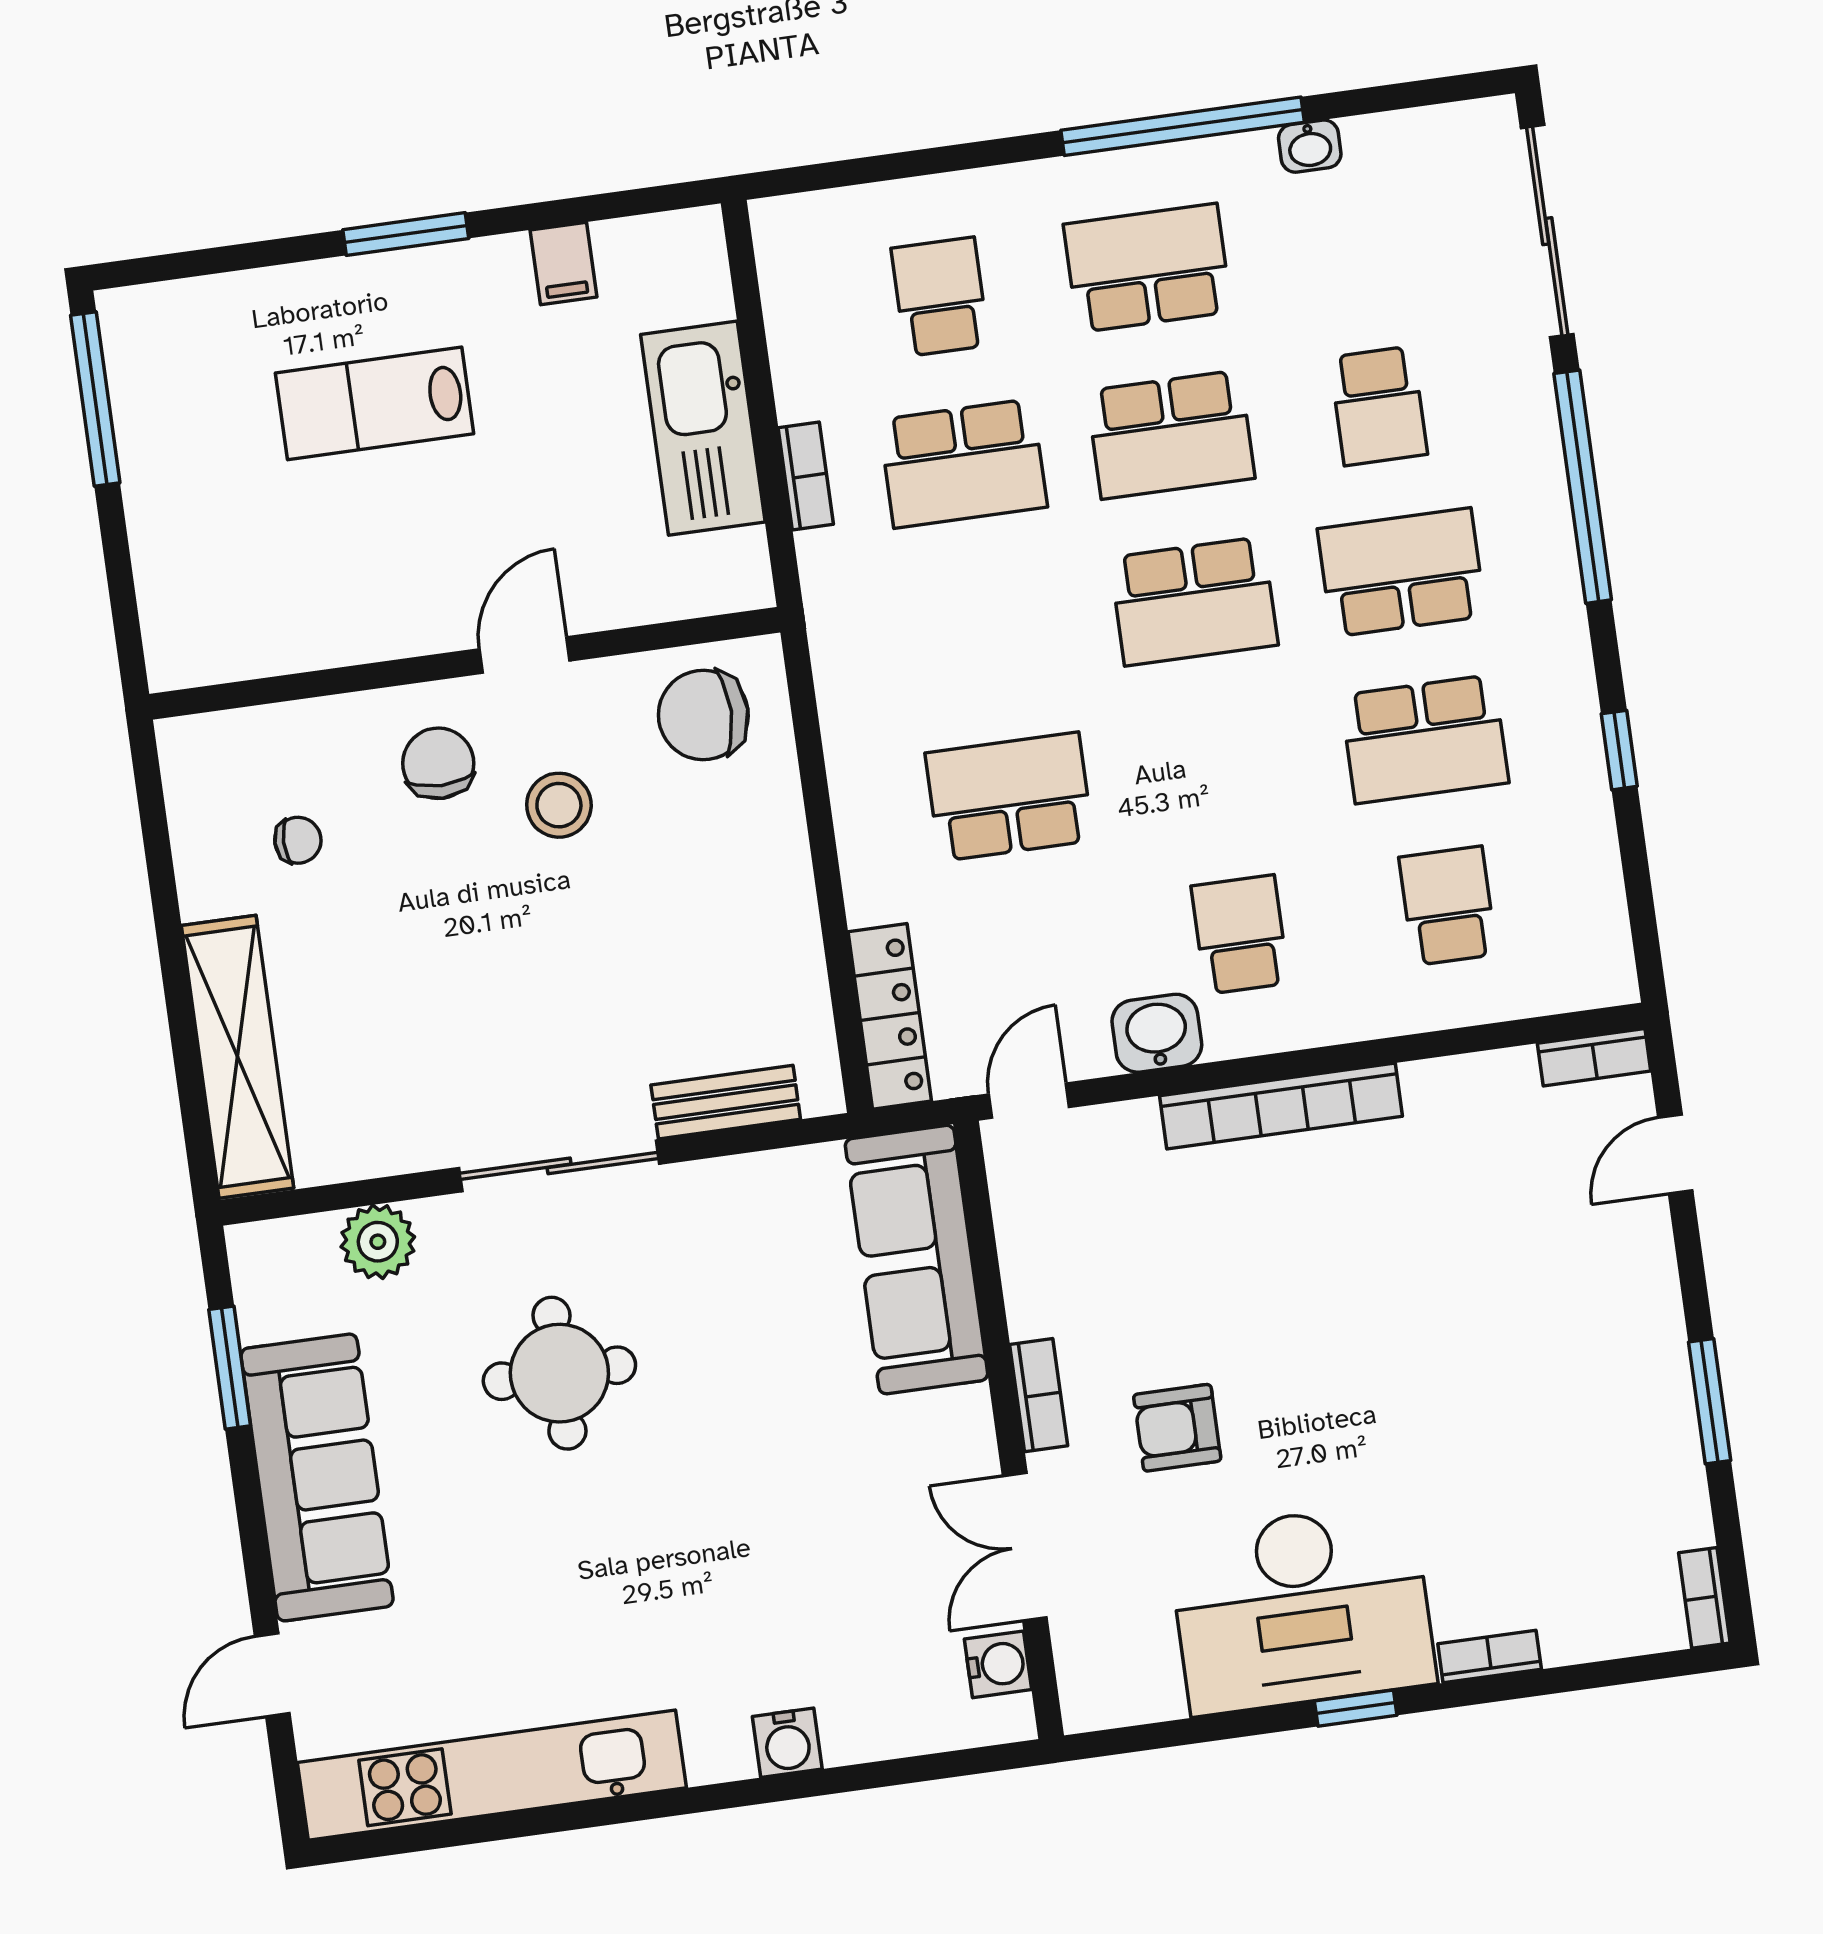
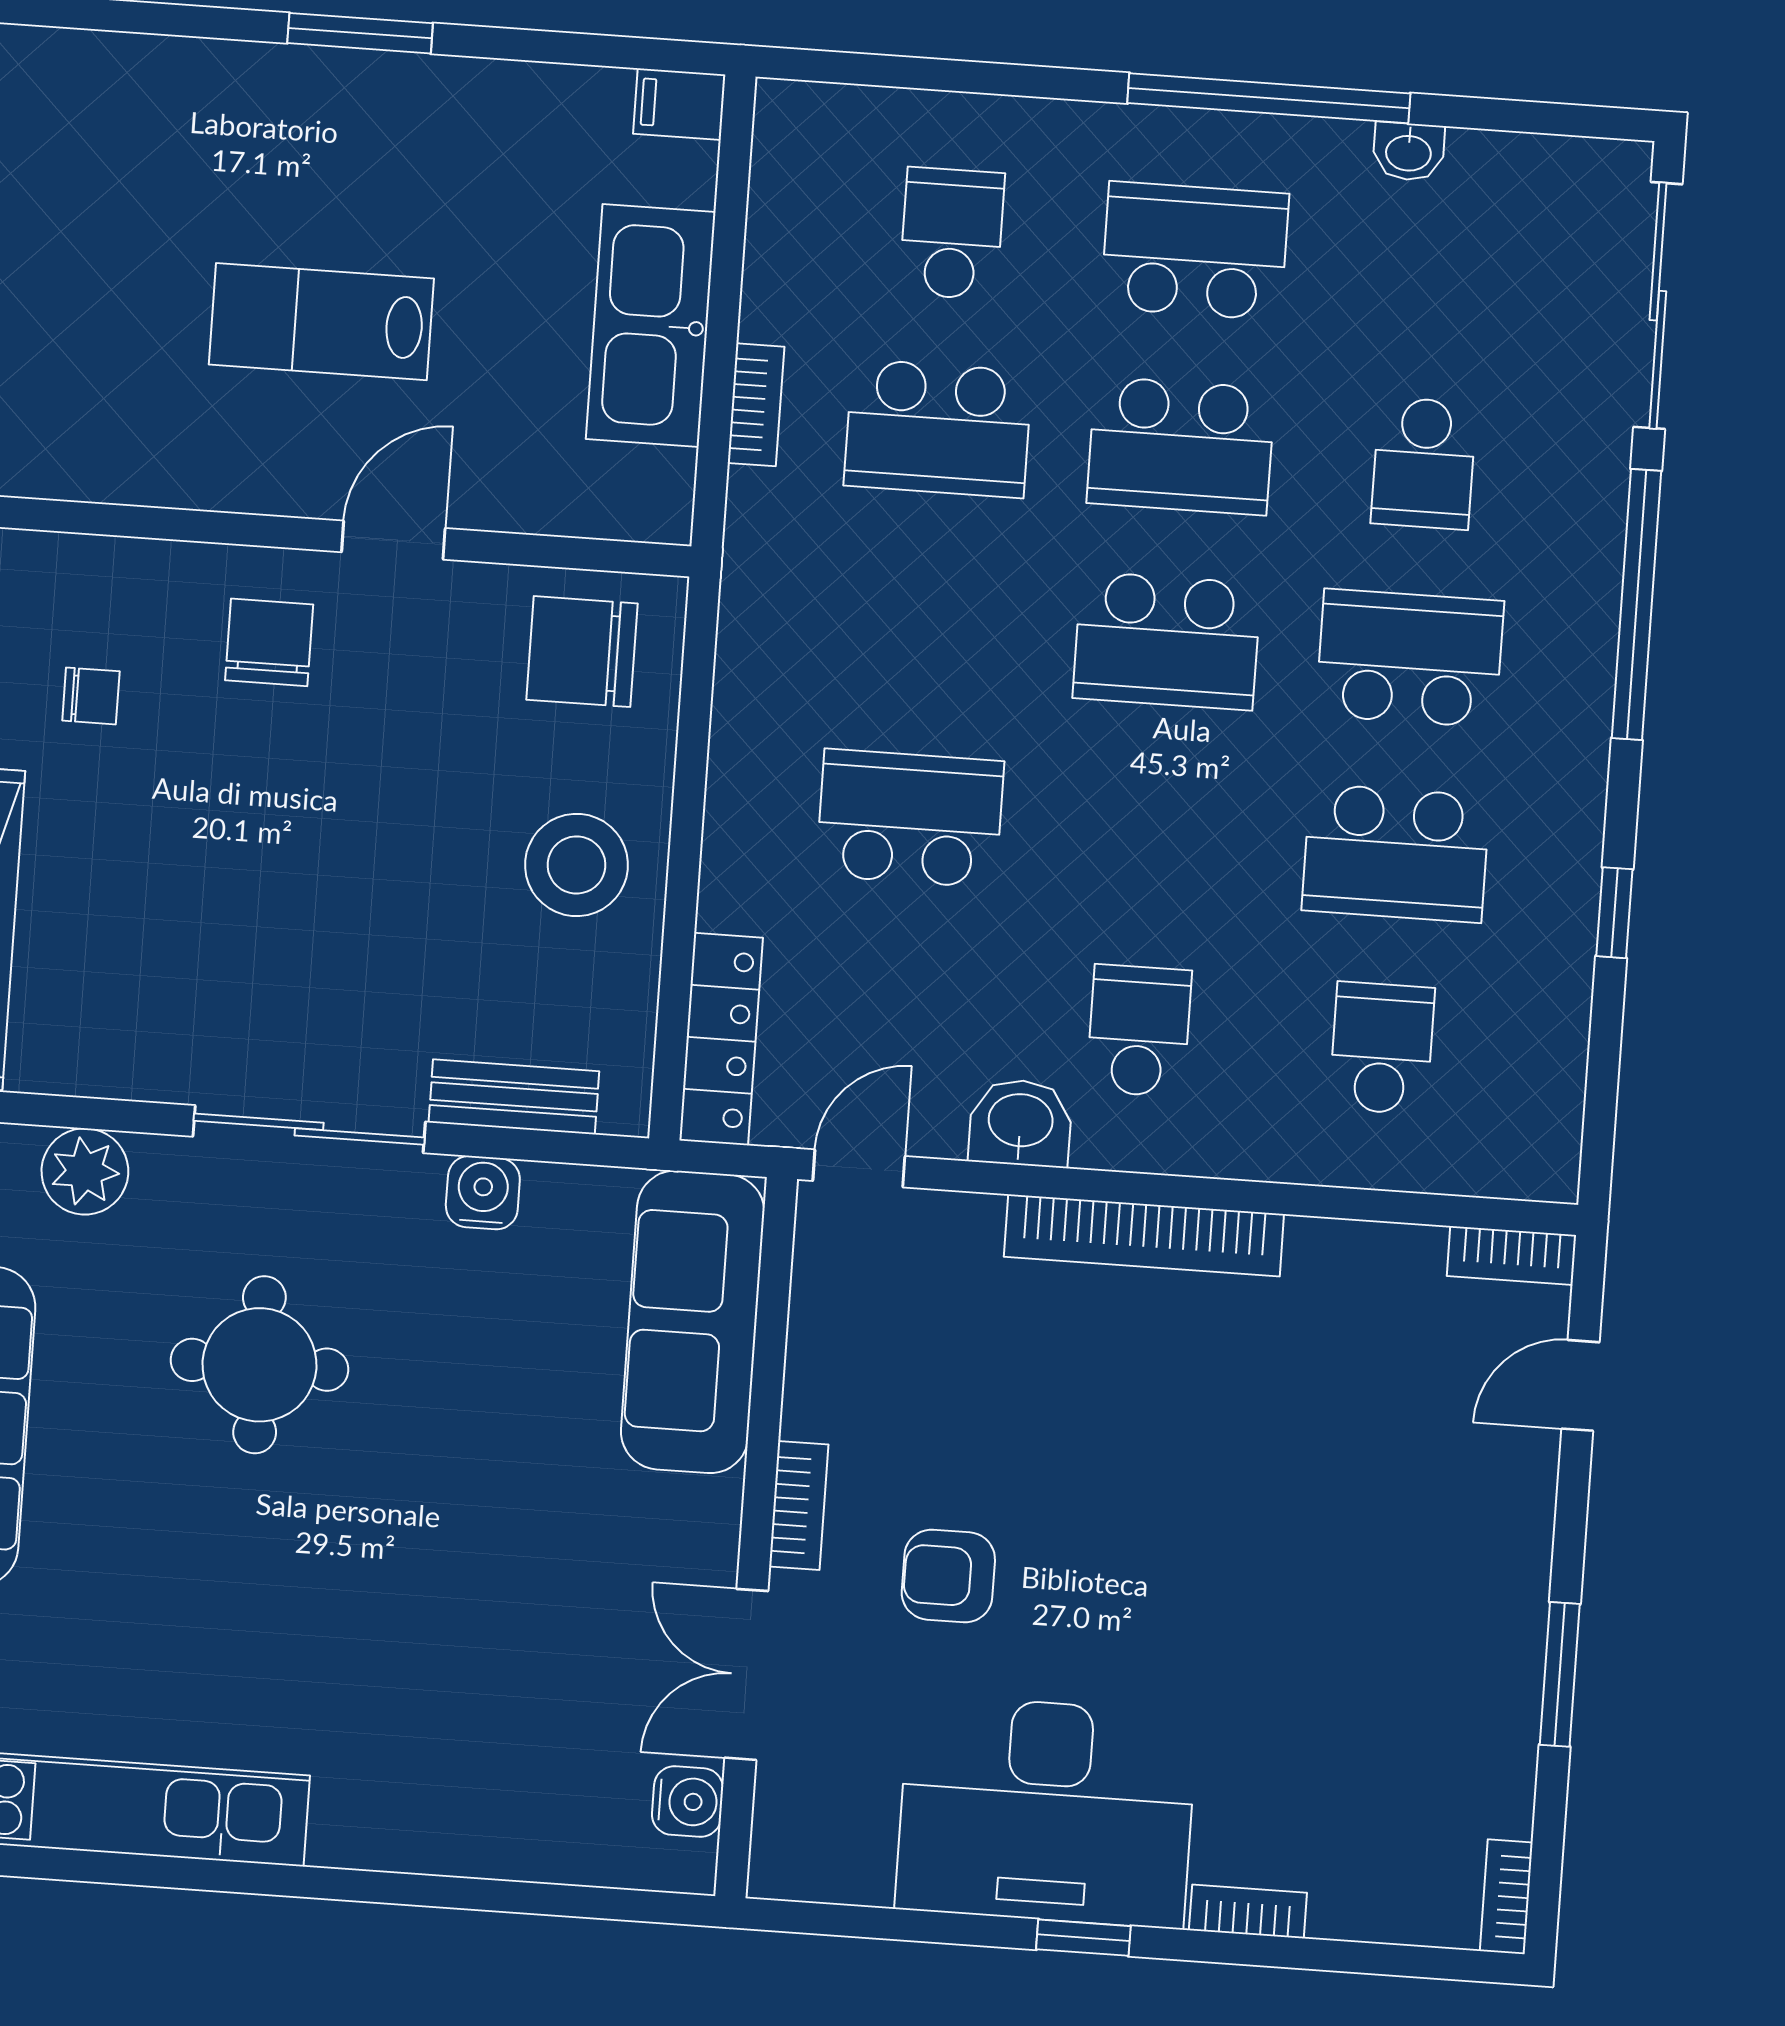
filing cabinet: (563, 263) -> (679, 104), moved, turned 90
lab bench: (375, 403) -> (321, 322), moved
stool: (559, 805) -> (577, 865), moved, width x1.38, depth x1.38
water cooler: (787, 1743) -> (483, 1193), moved, turned 180

